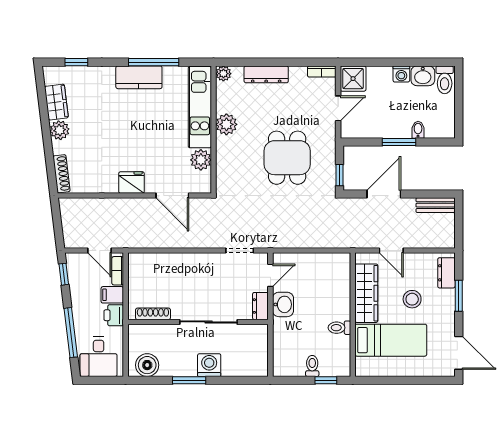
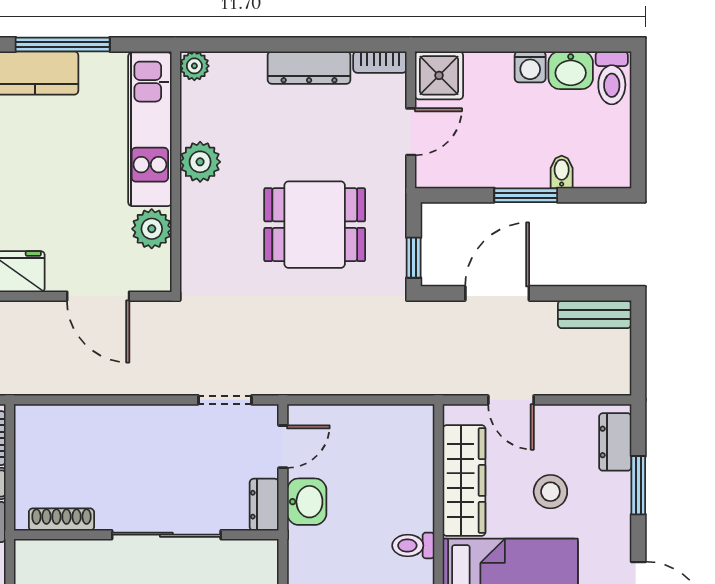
dresser: (266, 74) -> (309, 68), moved
dining table: (287, 158) -> (315, 225), turned 90

